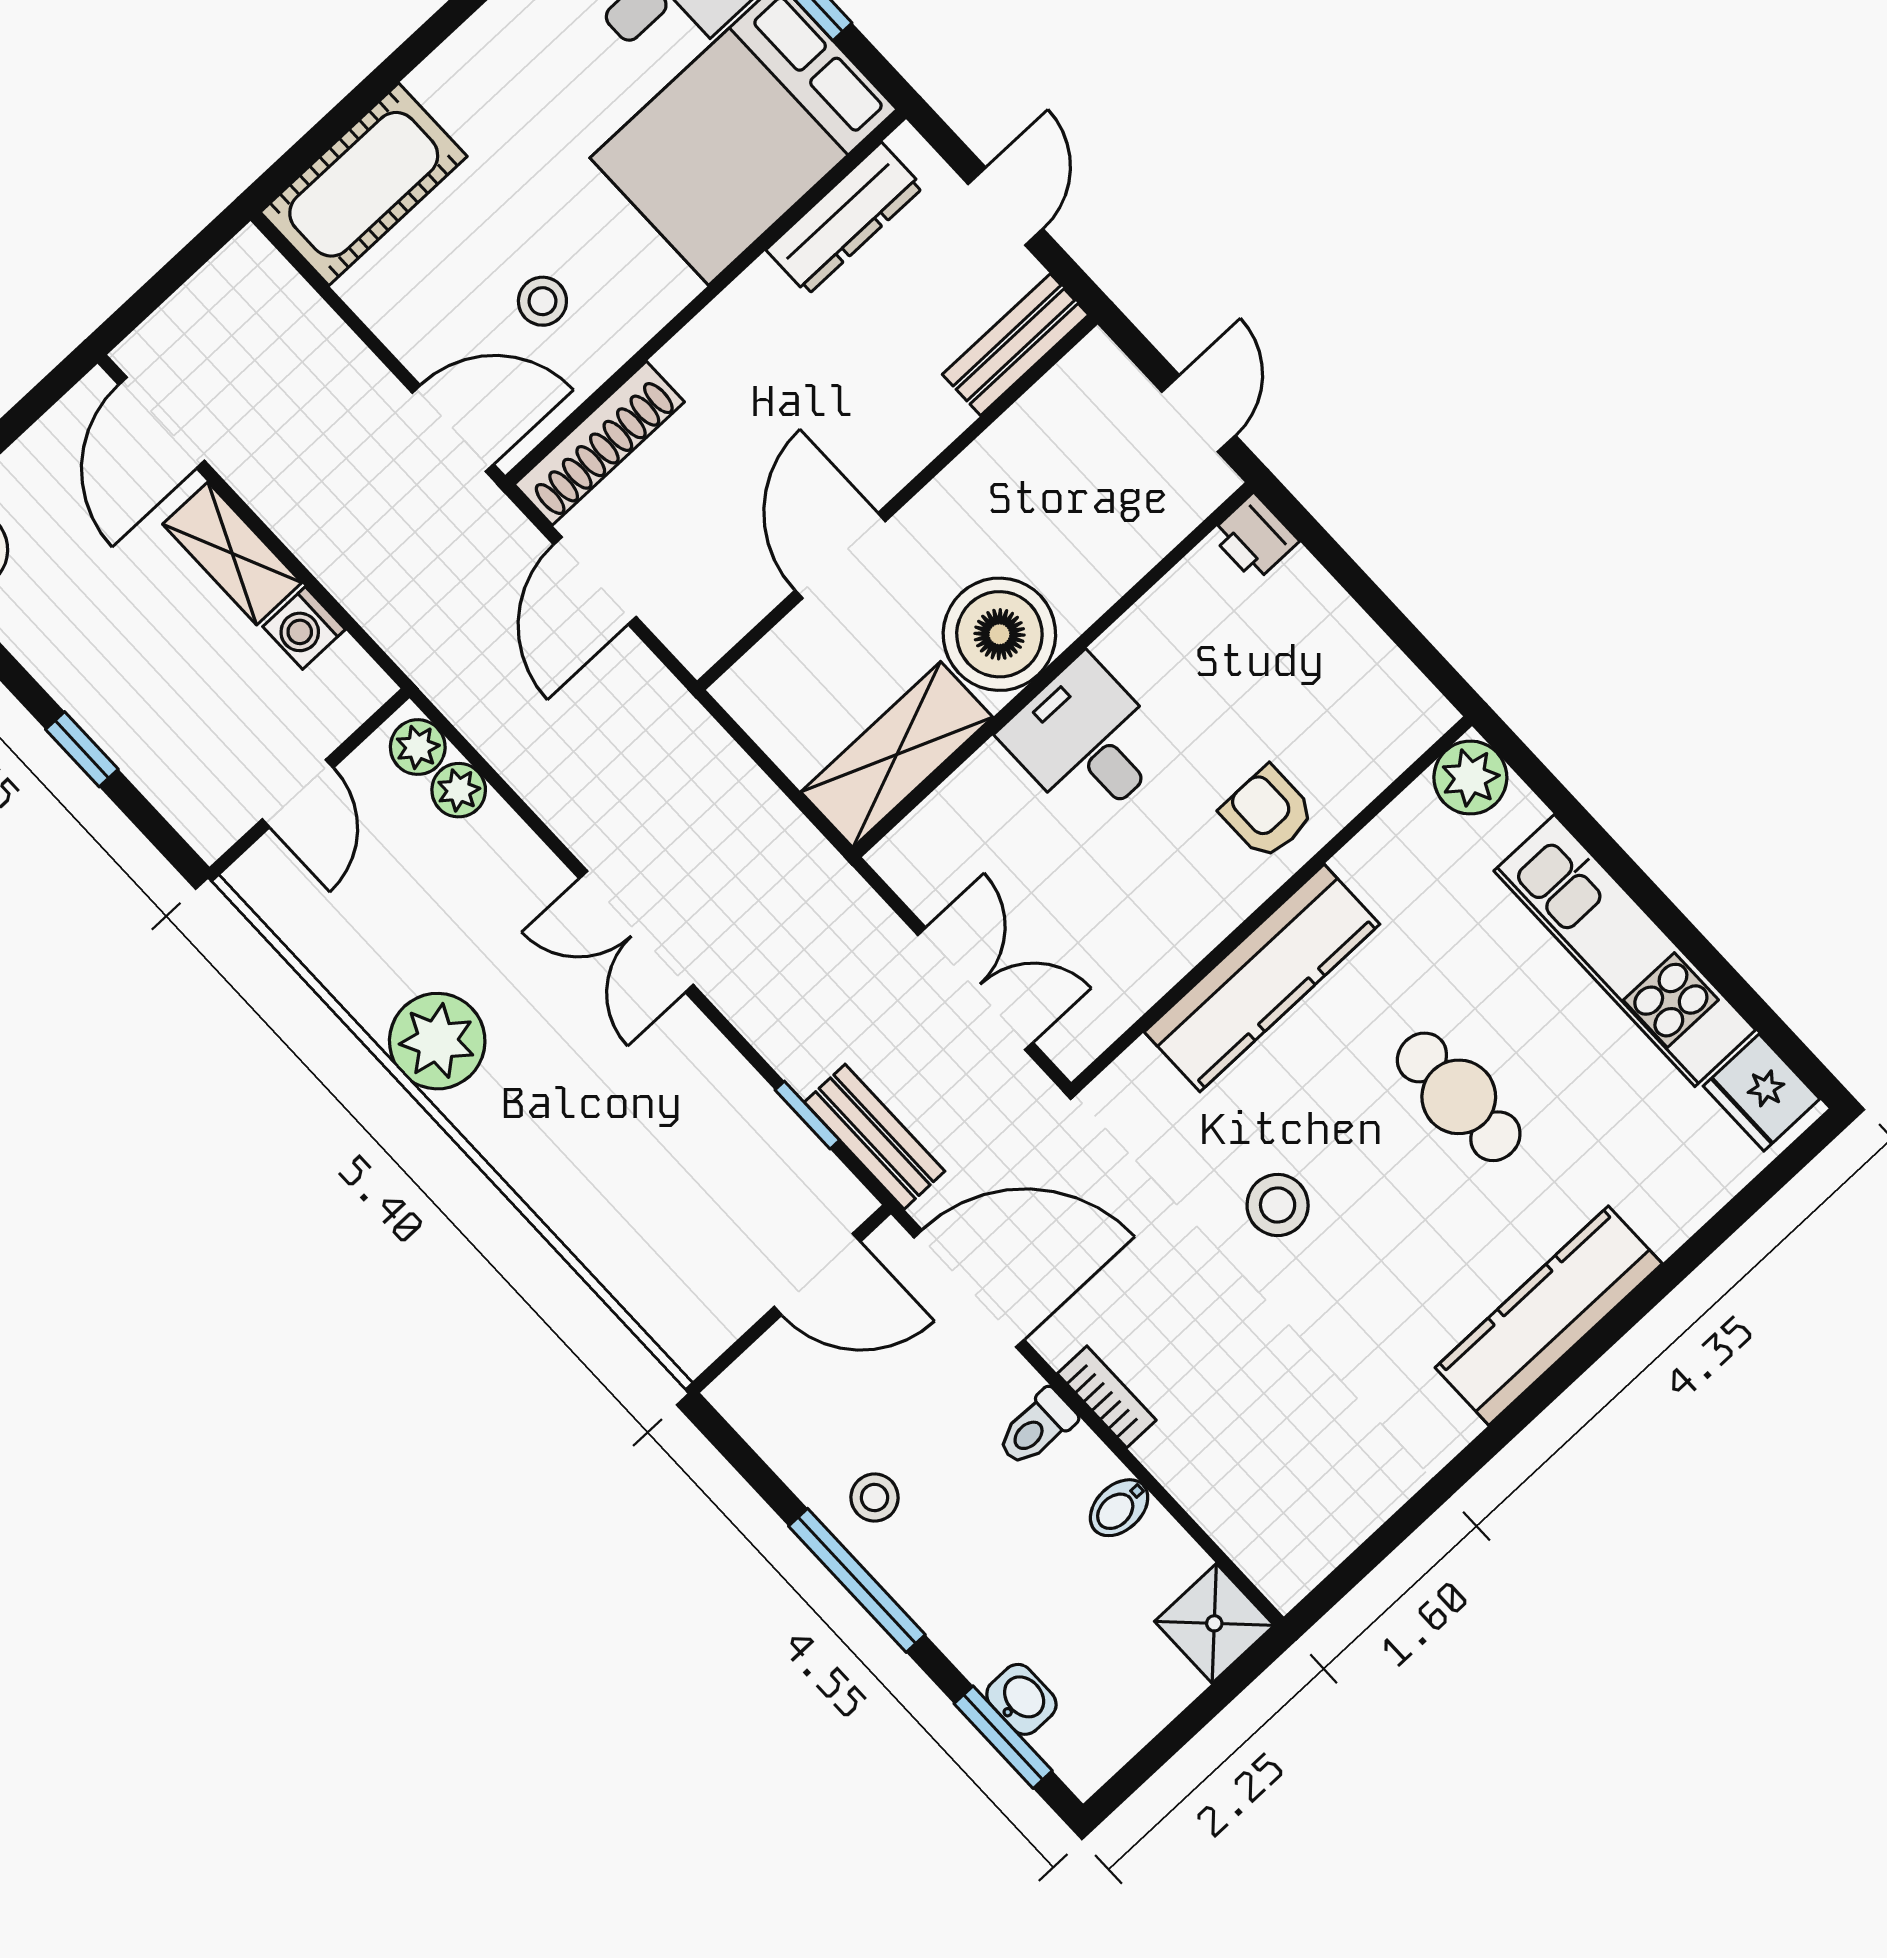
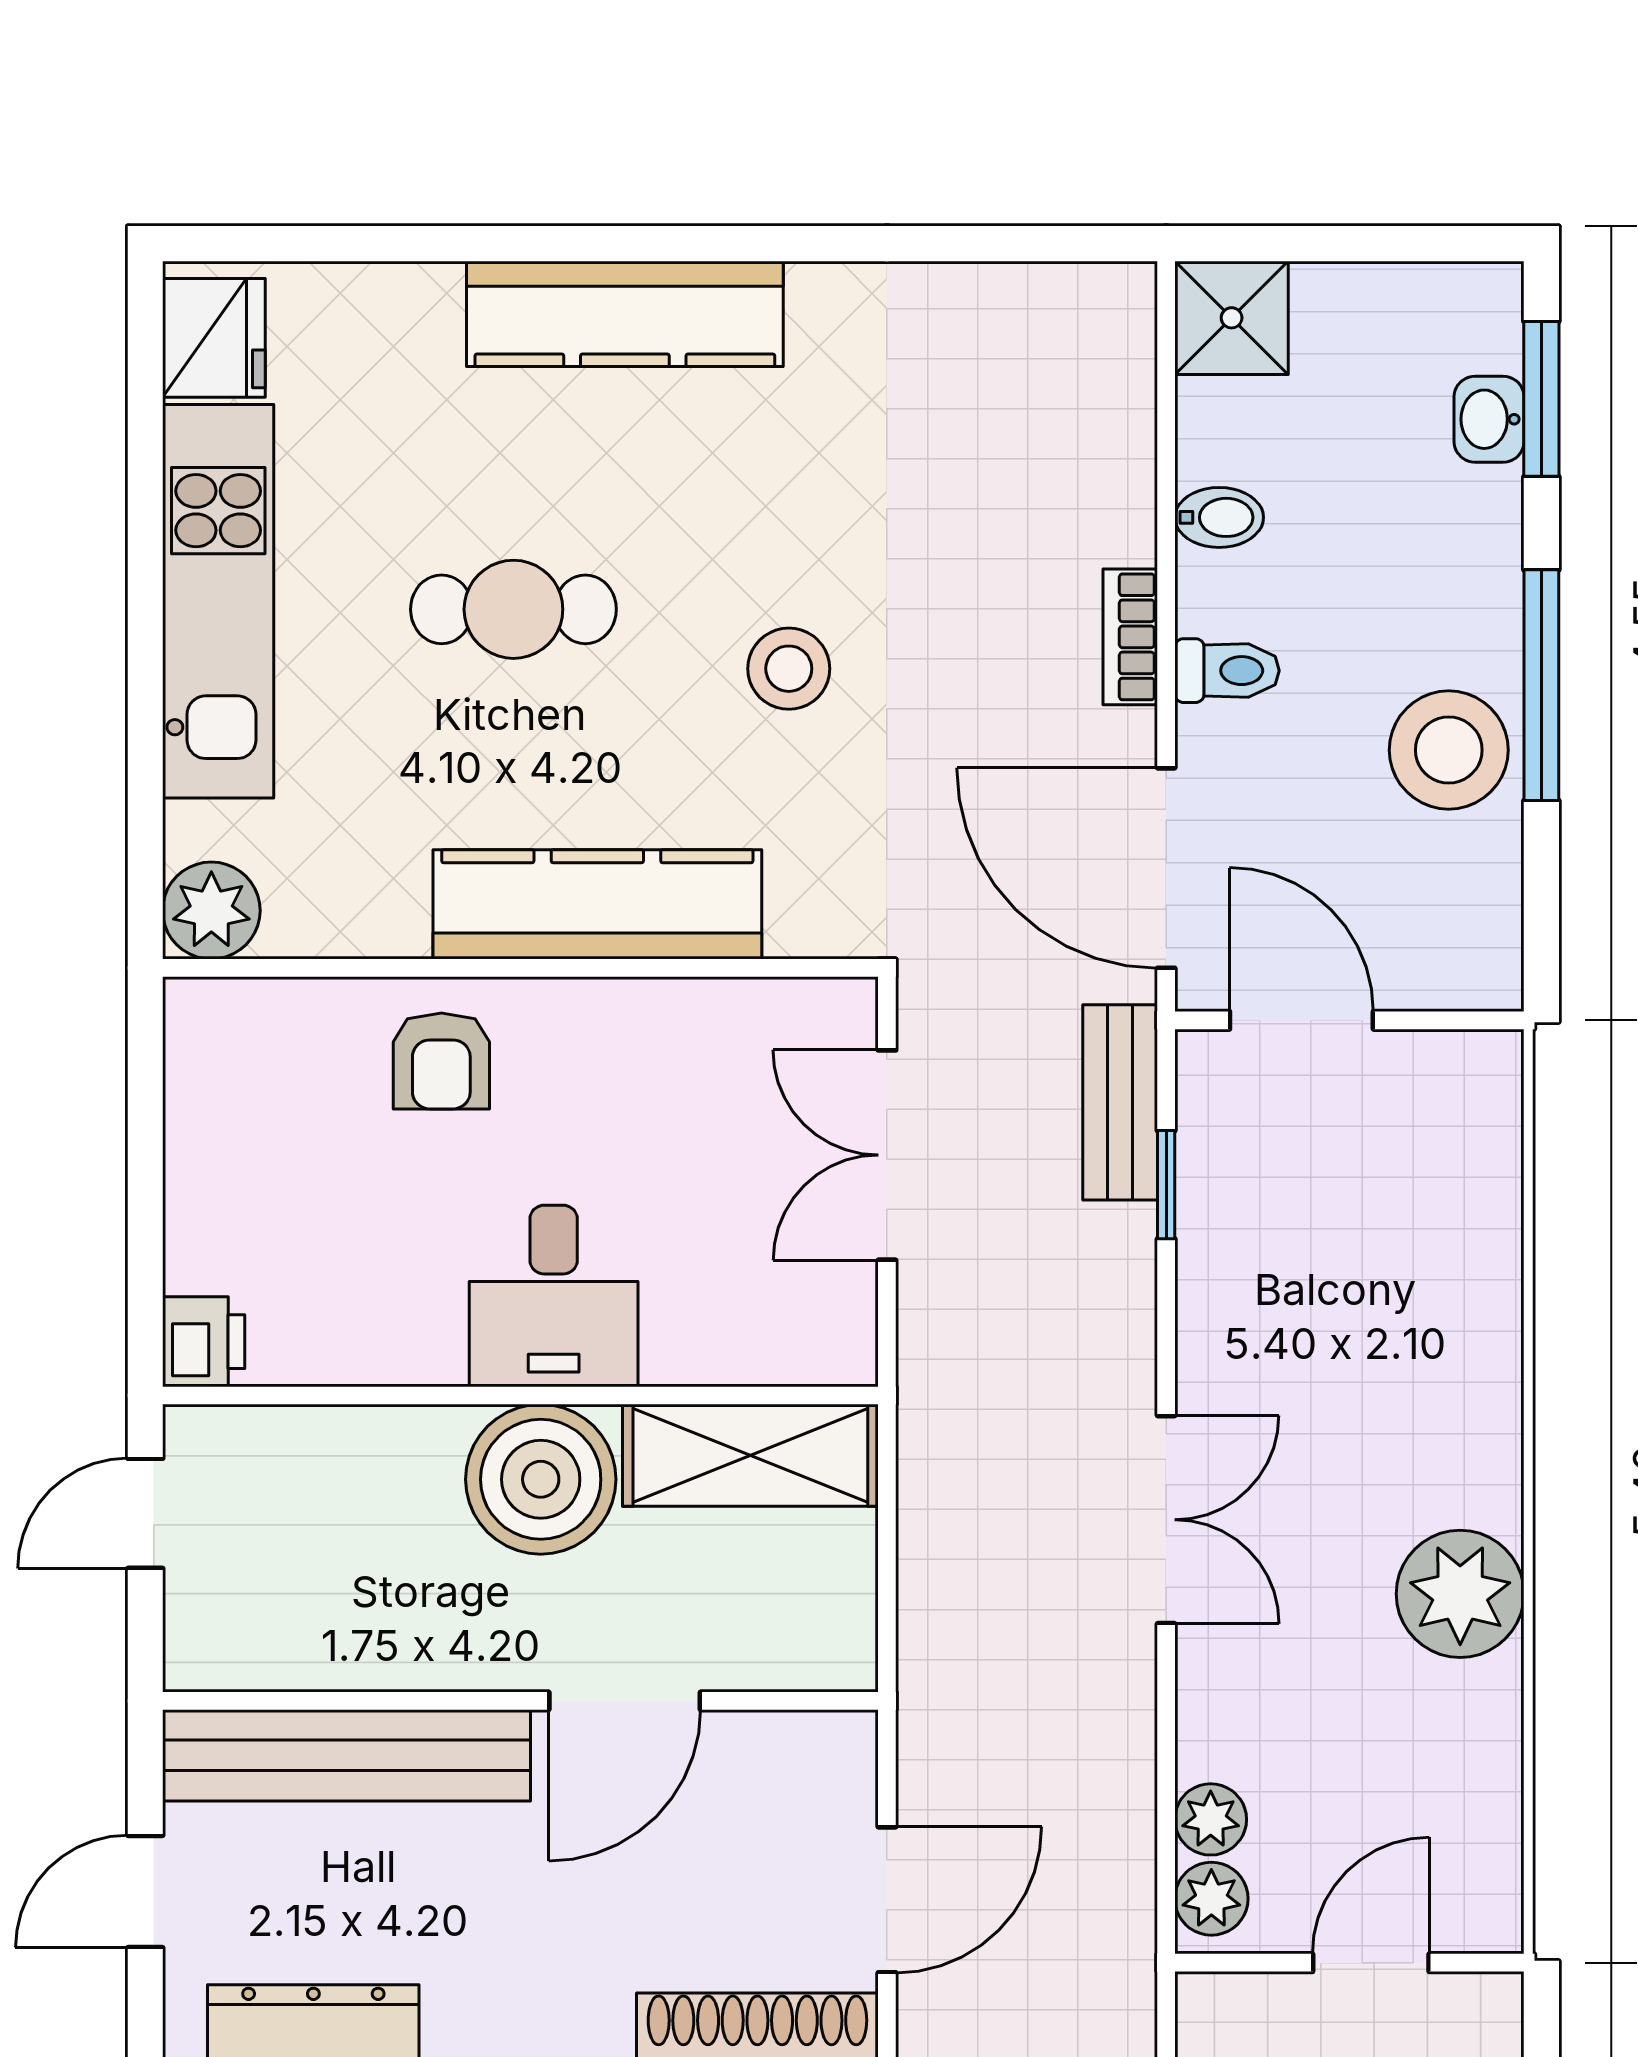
bench: (1016, 345) -> (347, 1755), width x1.86, depth x1.21
cafe table: (1459, 1097) -> (513, 609), turned 90
stool: (875, 1498) -> (1449, 750), width x1.89, depth x1.89

